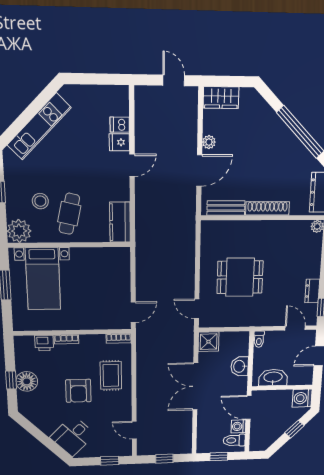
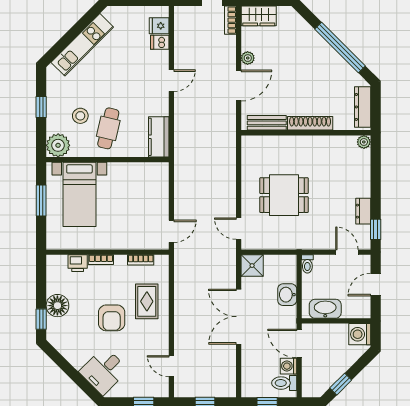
bookcase: (192, 102) -> (230, 20), added
fridge: (119, 142) -> (159, 26), moved
bookcase: (119, 338) -> (141, 260), moved
window: (11, 380) -> (41, 319), moved
window: (294, 429) -> (341, 384), moved

